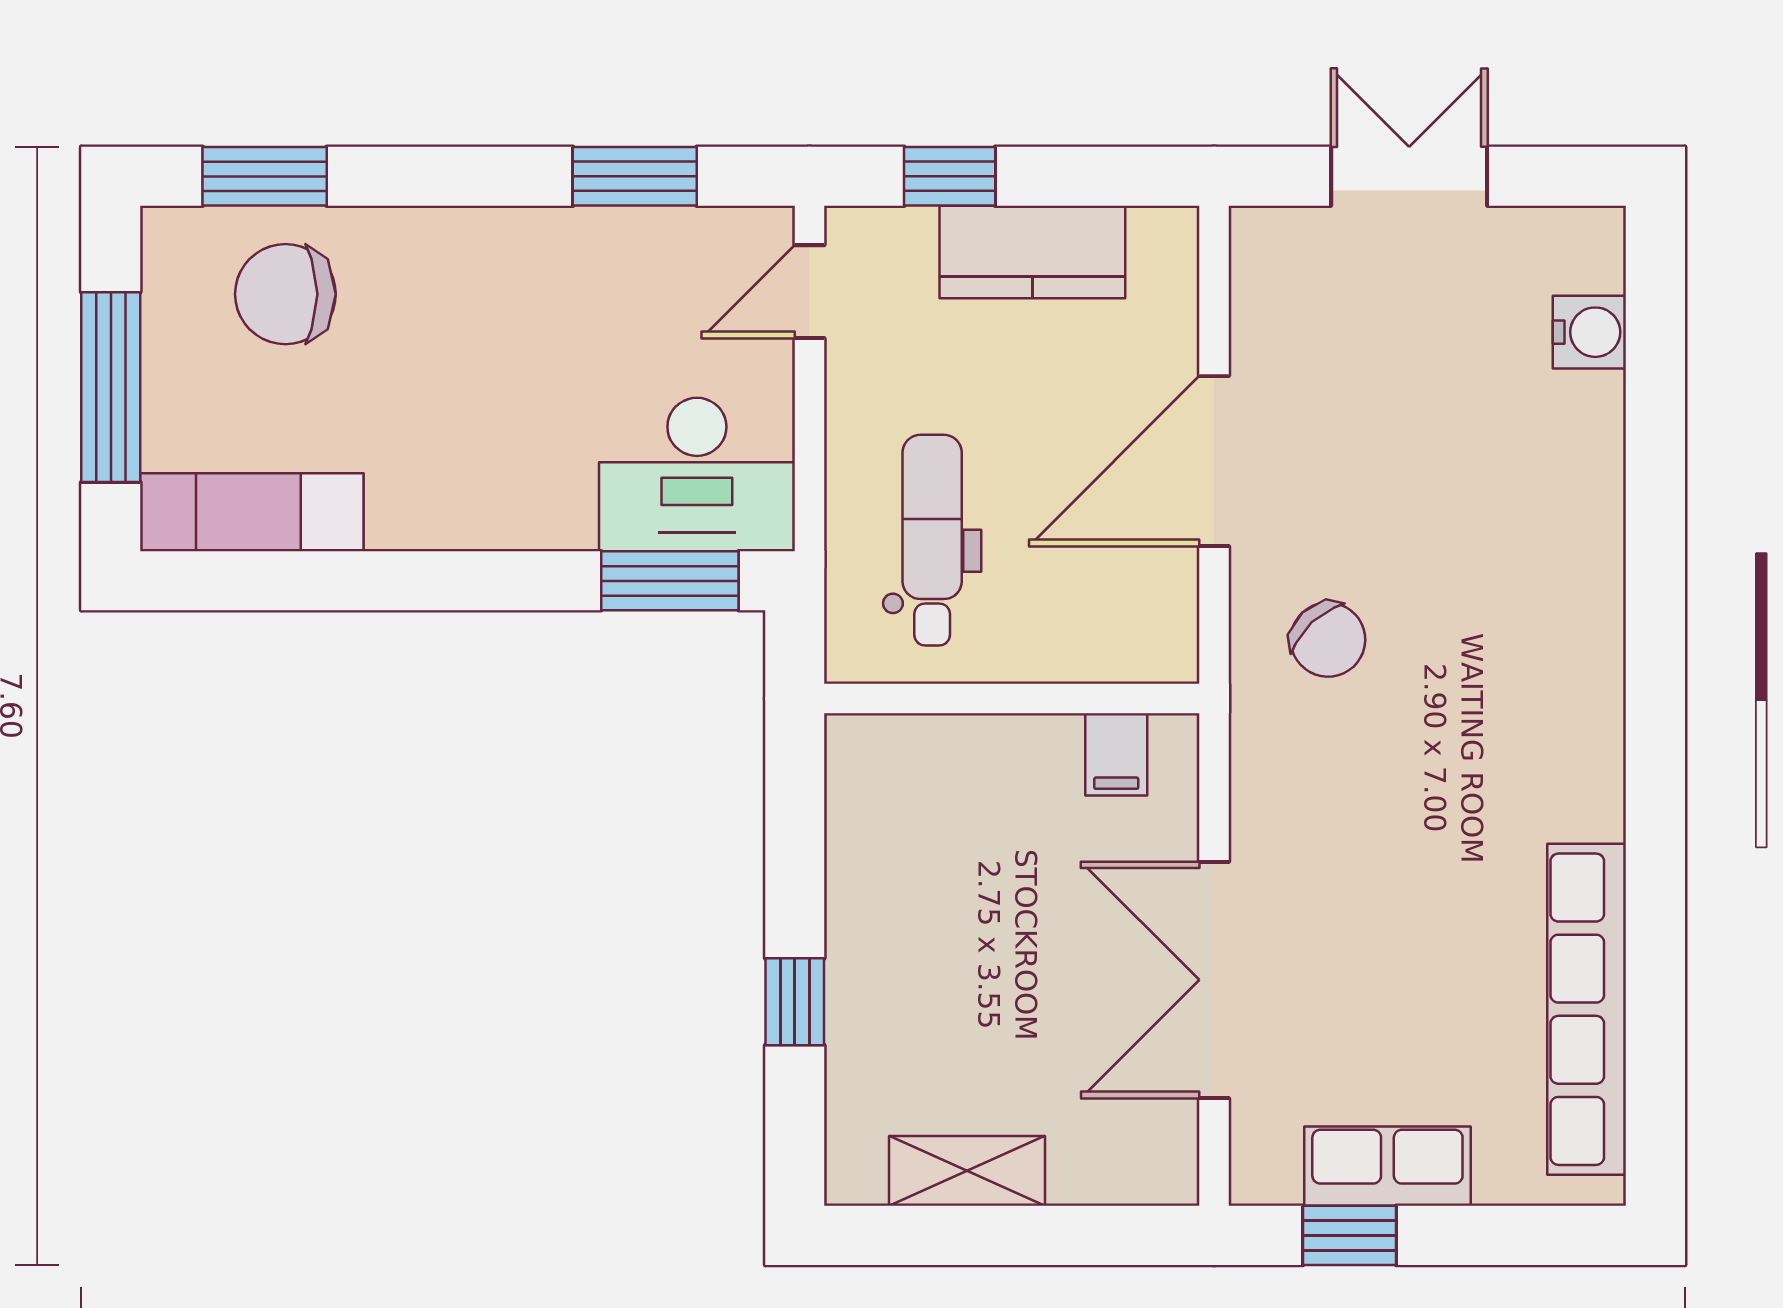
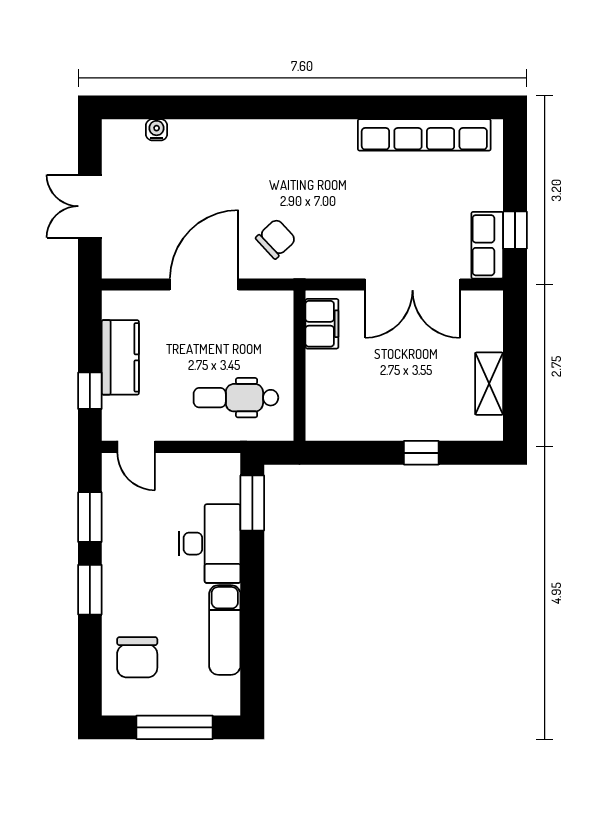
window: (265, 176) -> (90, 590), moved
water cooler: (1589, 332) -> (157, 130), width x0.72, depth x0.72
door: (1214, 461) -> (204, 284), swing flipped
desk: (697, 474) -> (210, 544), moved
exam couch: (252, 512) -> (225, 630), moved
filing cabinet: (1116, 754) -> (322, 324), width x2.00
row of seats: (1387, 1166) -> (487, 245), moved

